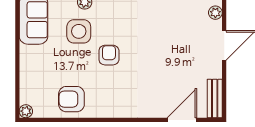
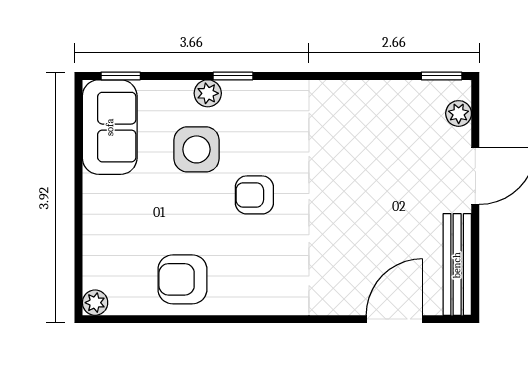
armchair: (109, 55) -> (254, 195), turned -90
bench: (215, 98) -> (457, 265), width x1.36

